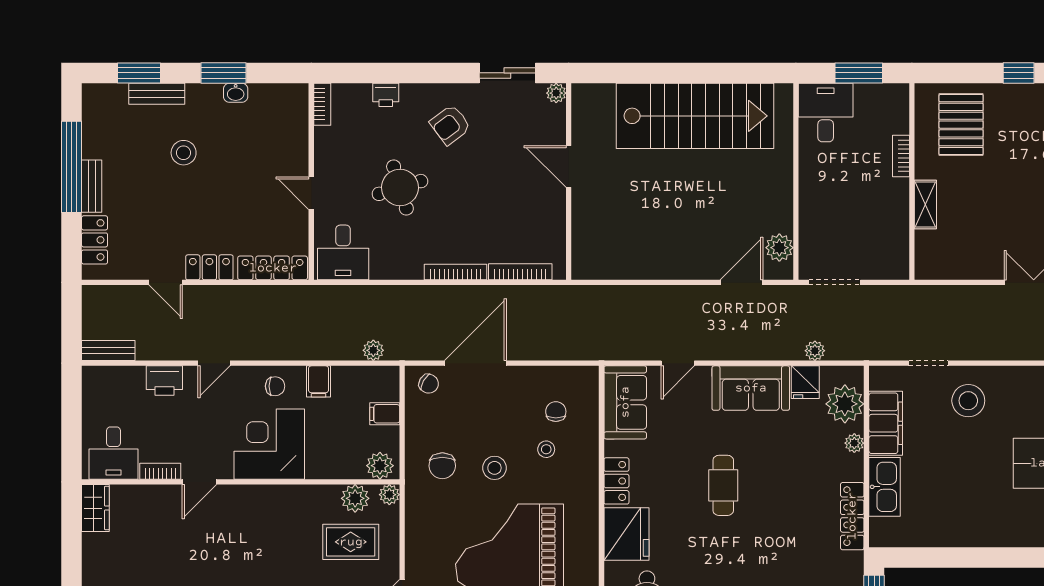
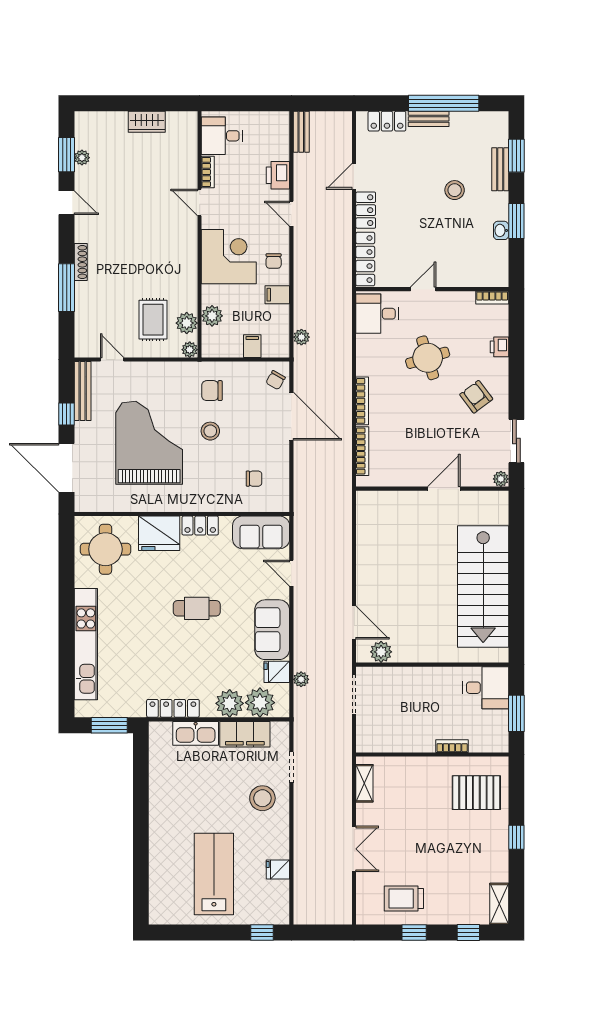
shelving: (925, 205) -> (364, 783), moved, turned 90
plant: (854, 443) -> (230, 703), width x1.88, depth x1.88
stool: (546, 449) -> (225, 471), removed
plant: (380, 466) -> (212, 316), moved
wardrobe: (95, 508) -> (147, 122), moved

